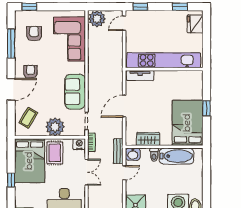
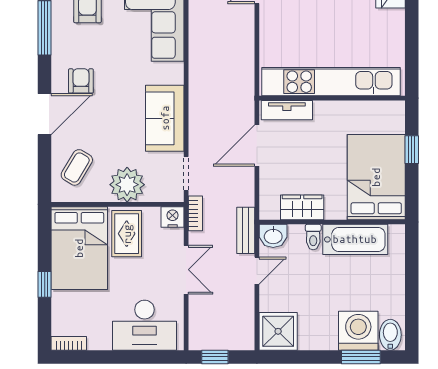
kitchen unit: (164, 60) -> (331, 82), moved
wall: (164, 69) -> (332, 98), moved
tv unit: (140, 75) -> (287, 110), moved

